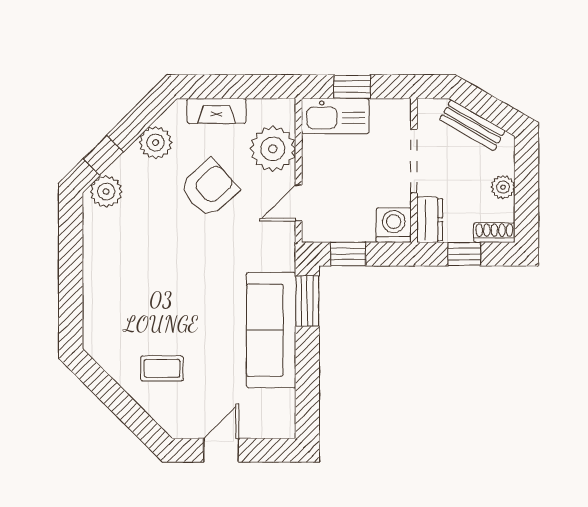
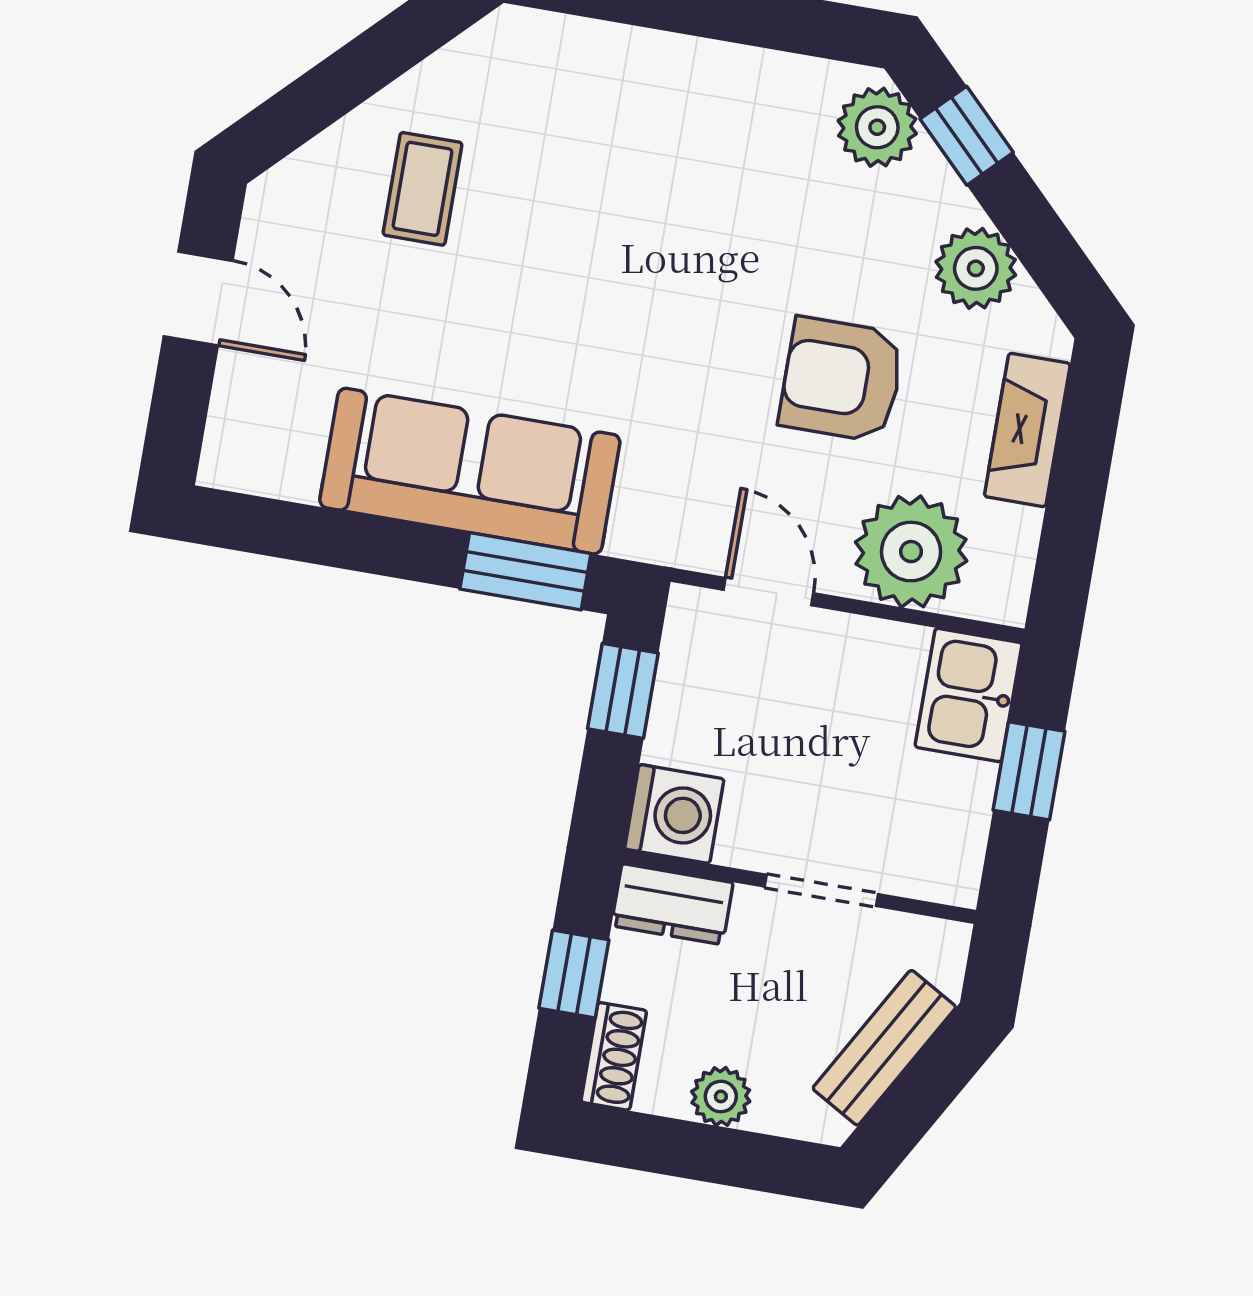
kitchen sink: (335, 116) -> (968, 695), width x0.73
doorway: (414, 161) -> (821, 890), width x0.73
armchair: (209, 188) -> (842, 380), turned 132

